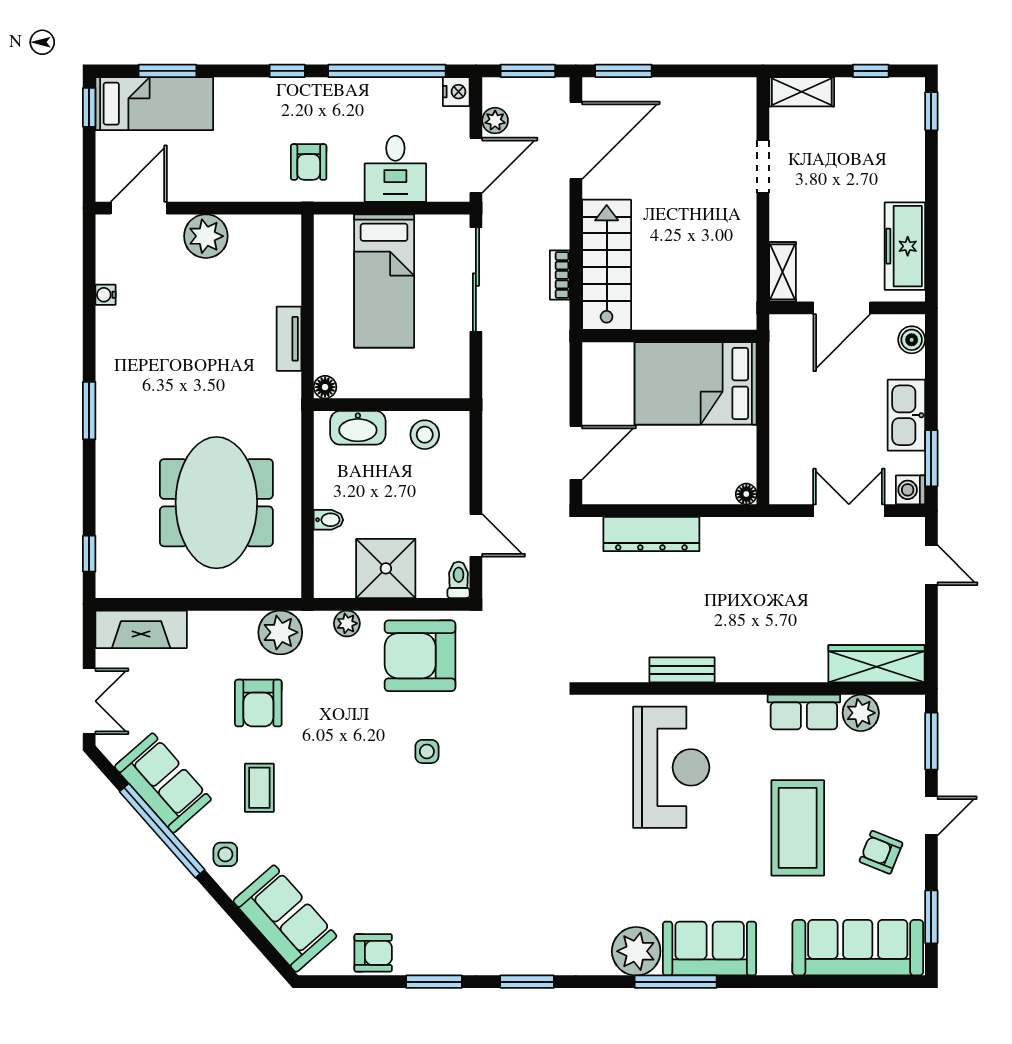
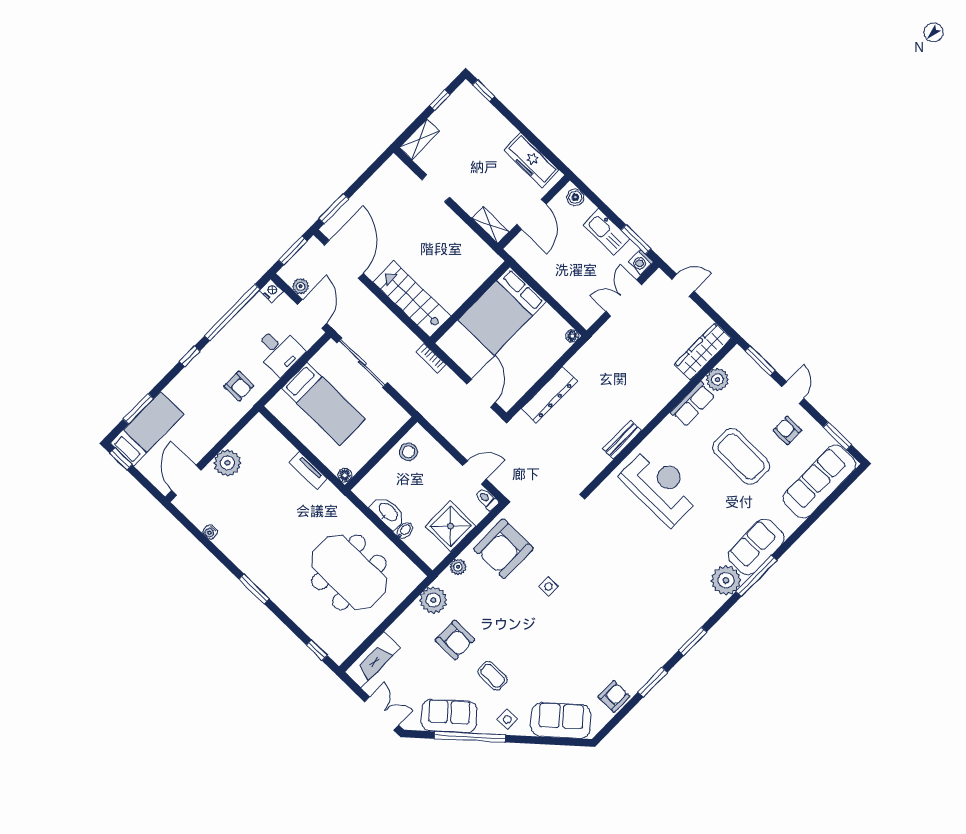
bookcase: (560, 275) -> (431, 358), moved
washbasin: (358, 428) -> (388, 512), moved, turned -90
armchair: (881, 852) -> (787, 430), turned 68

